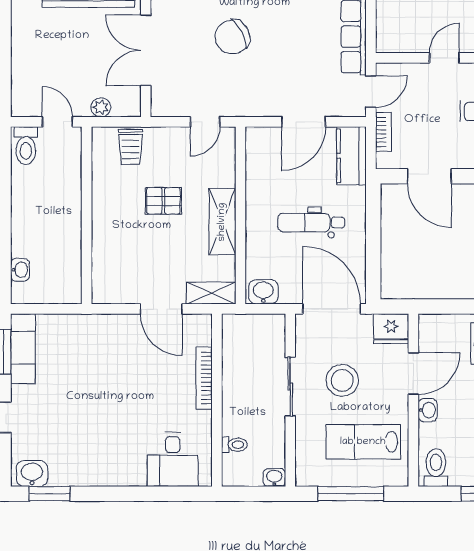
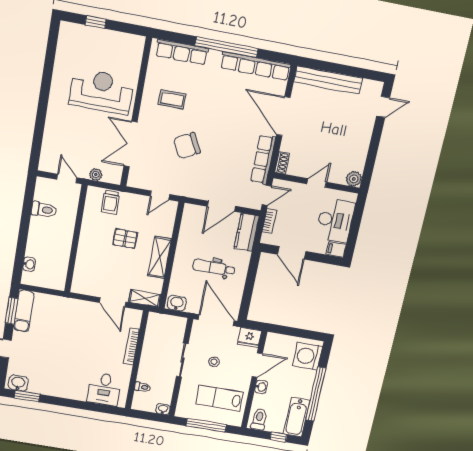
shoe rack: (384, 36) -> (282, 163), added
toilet: (26, 146) -> (44, 210), moved, turned -90
stool: (342, 380) -> (214, 362), width x0.53, depth x0.53

